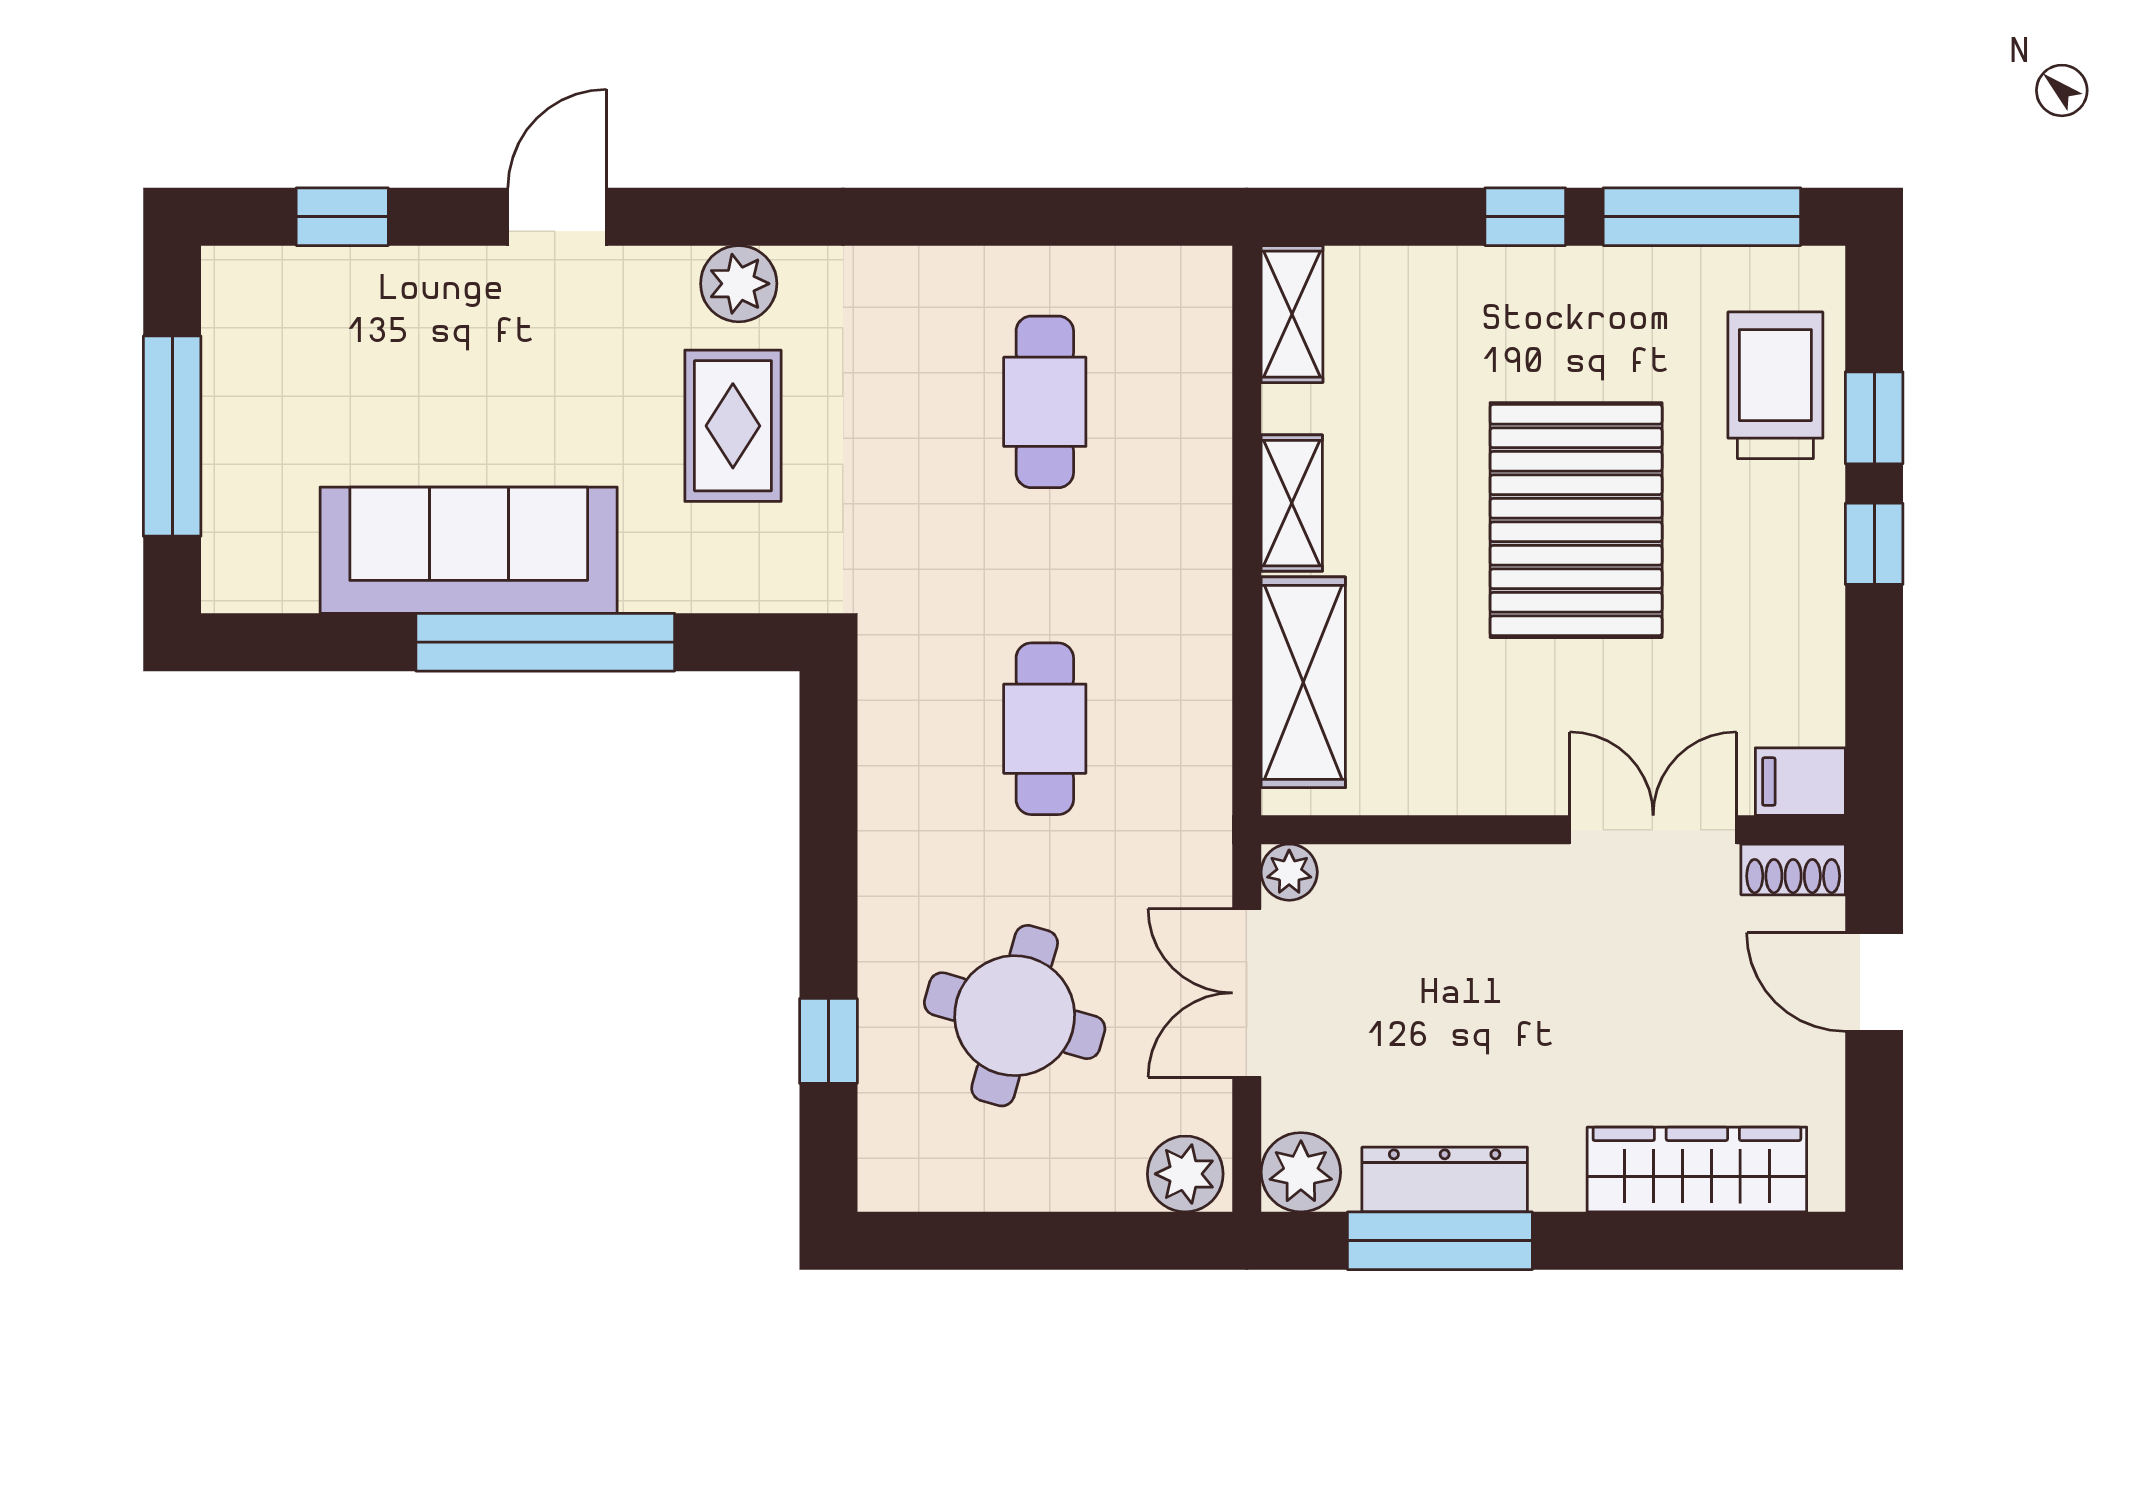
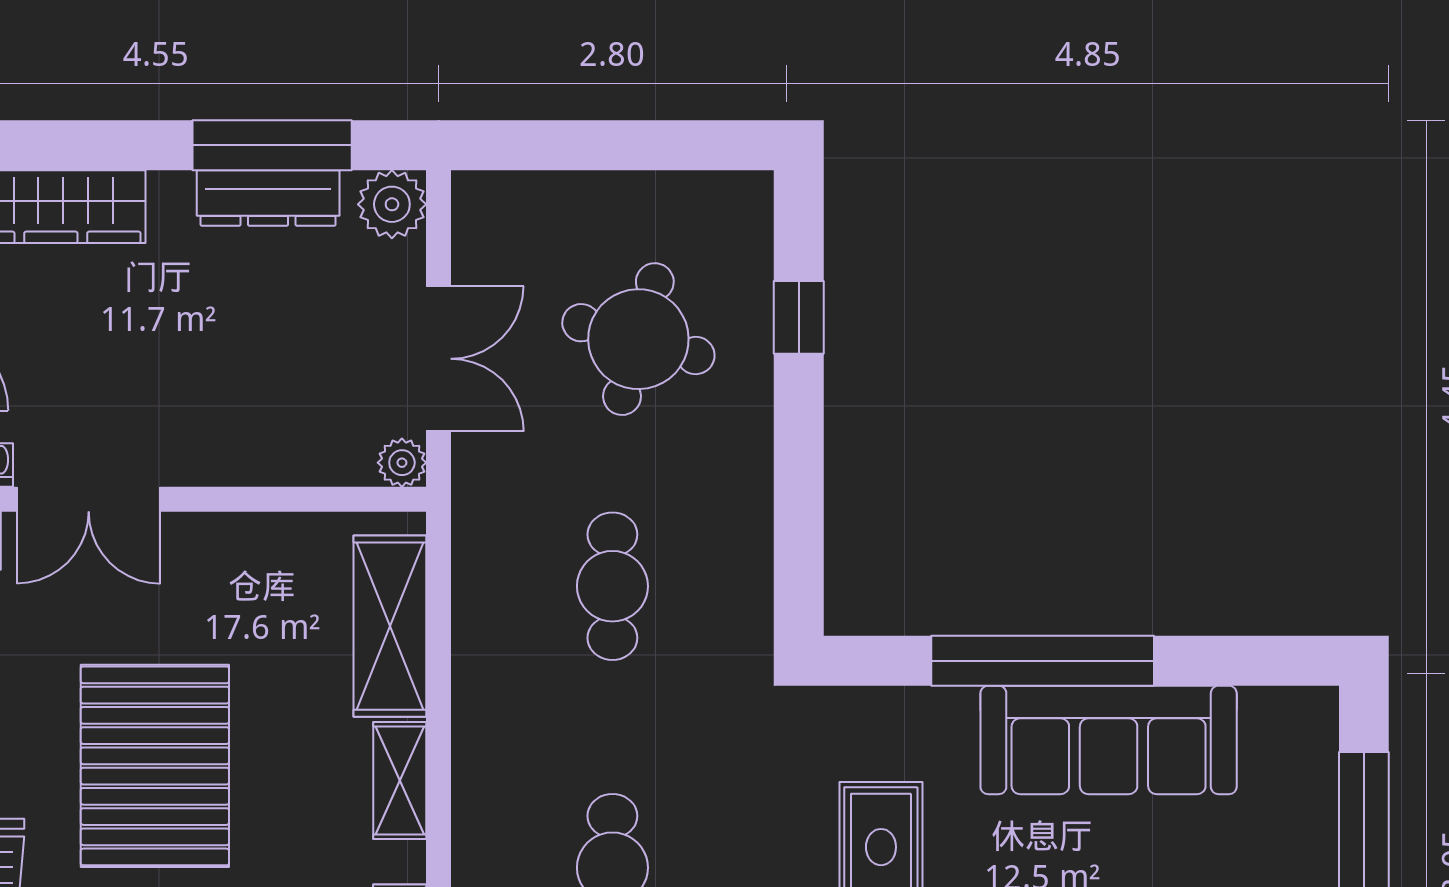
plant: (1185, 1174) -> (491, 203), removed

